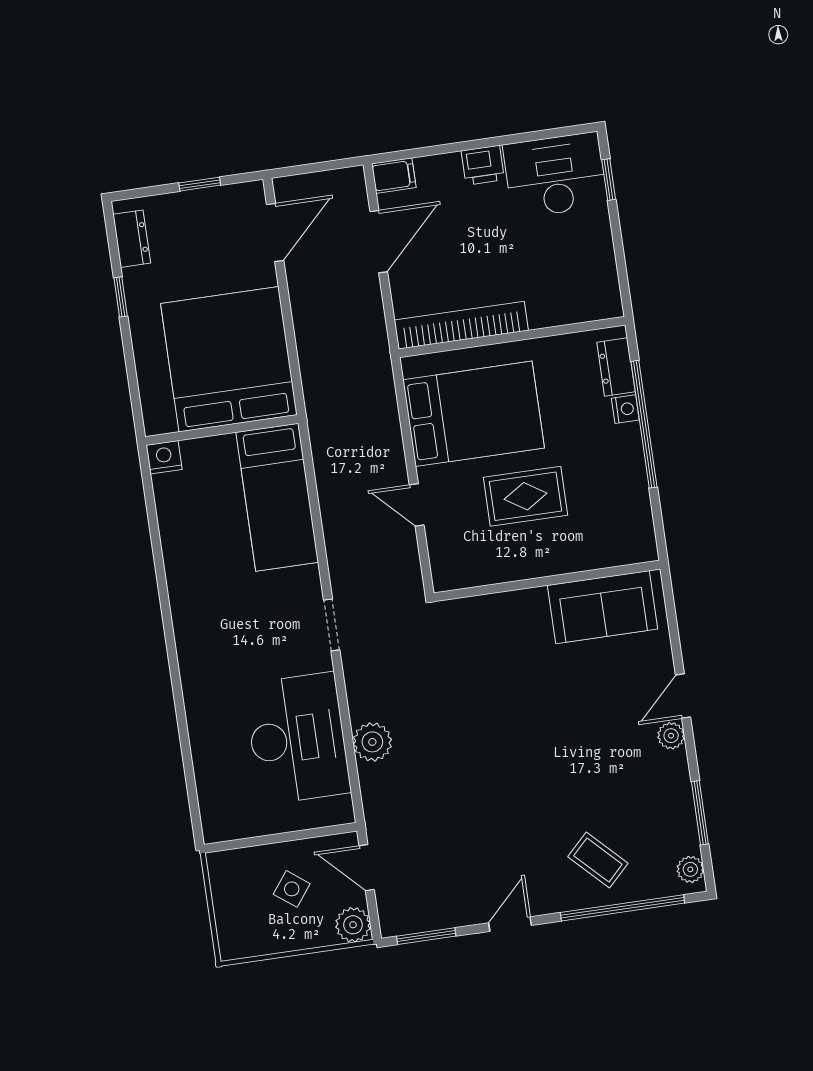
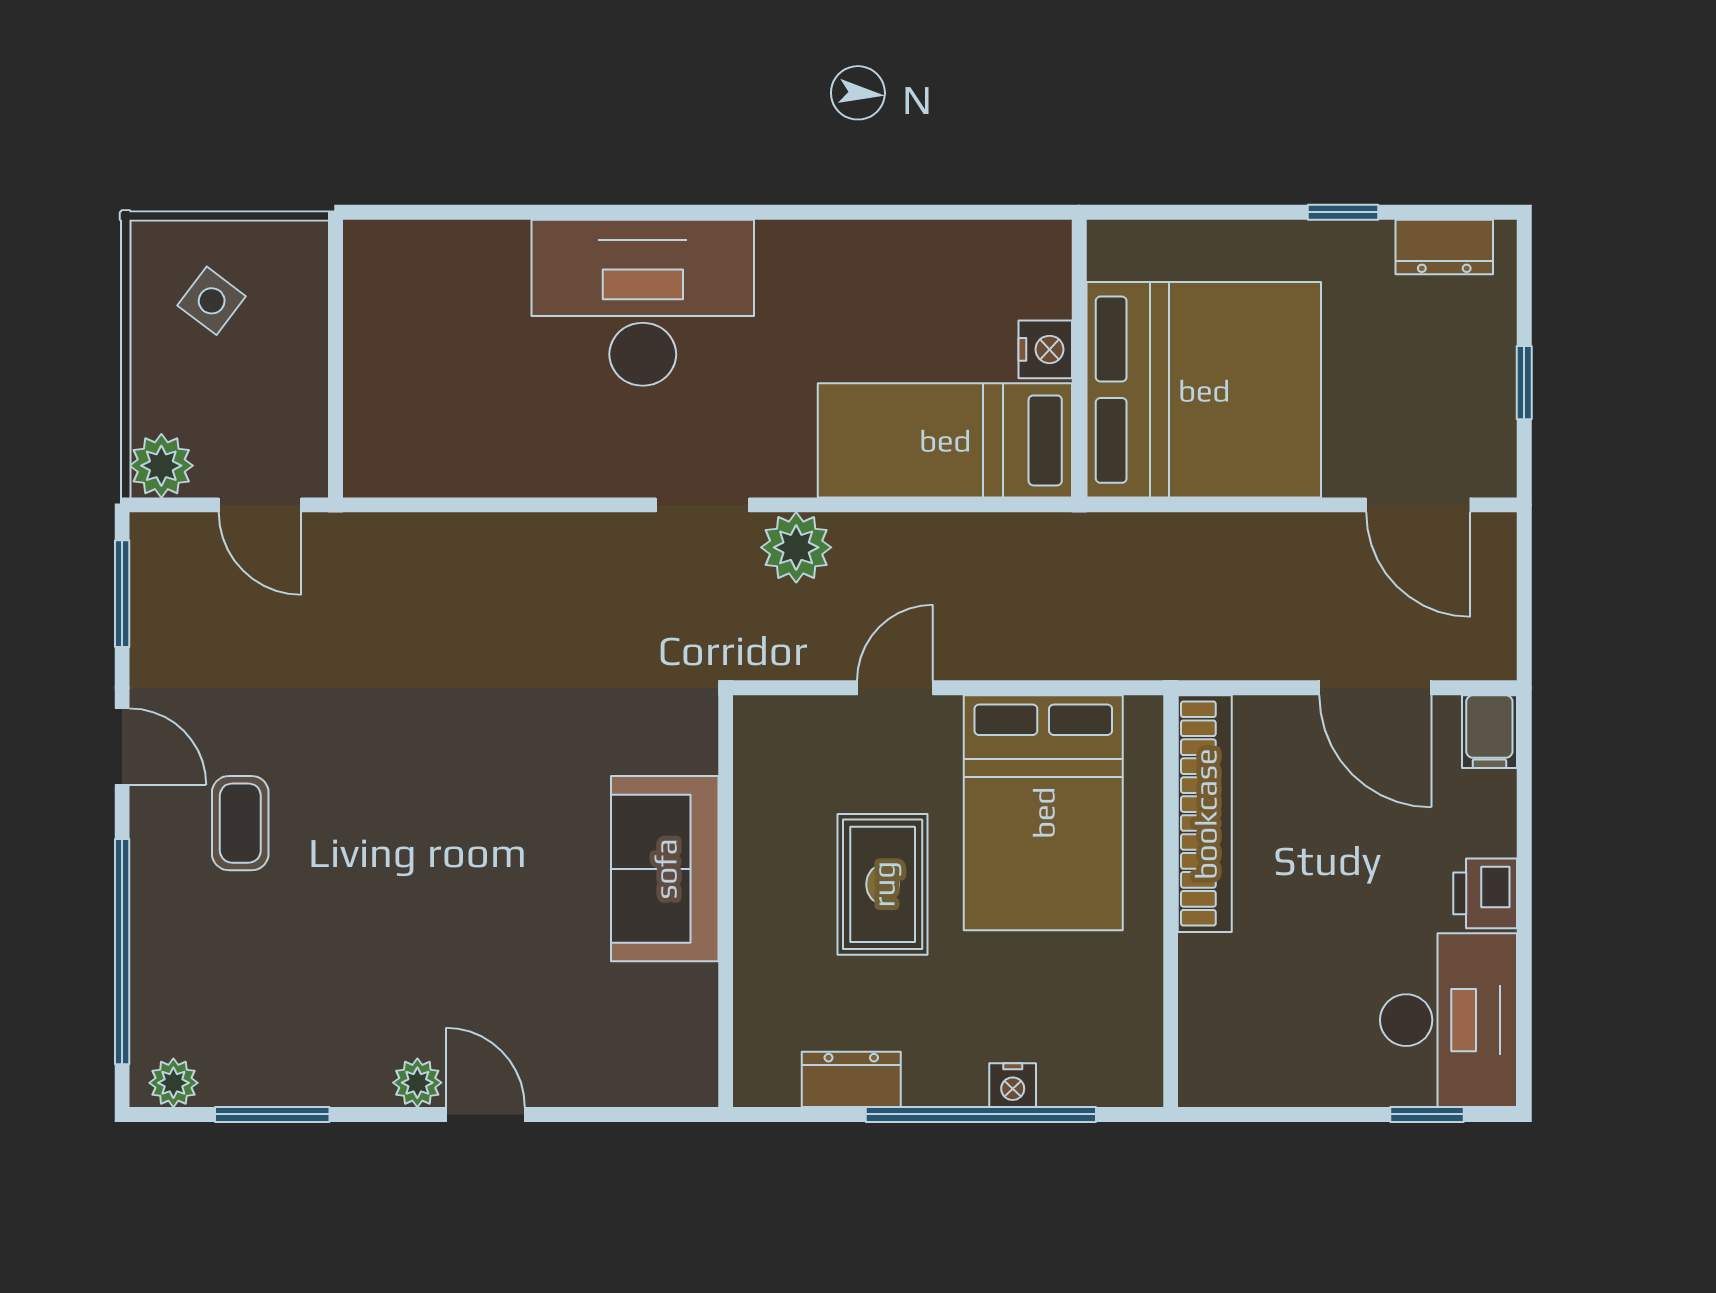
dresser: (616, 367) -> (851, 1079), moved
nightstand: (164, 457) -> (1045, 349), moved
sofa: (603, 607) -> (665, 869), moved
desk: (297, 738) -> (643, 303), moved, turned 180
plant: (372, 742) -> (796, 547), moved
coffee table: (598, 860) -> (240, 823), moved, turned -45
door: (367, 868) -> (260, 505), swing flipped
side table: (292, 889) -> (212, 301), moved

